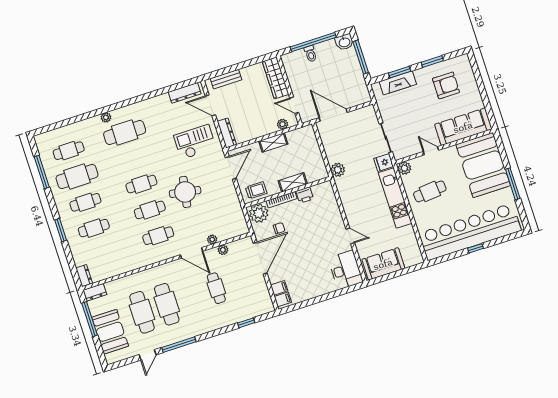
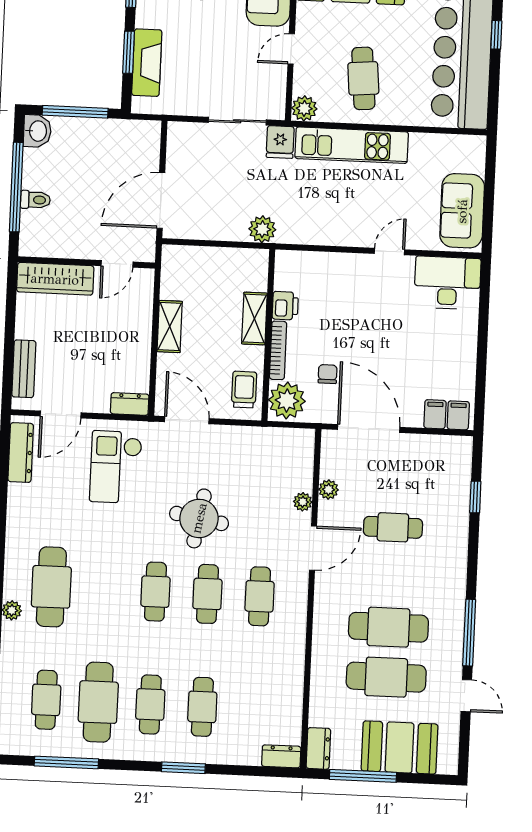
plant: (283, 124) -> (143, 298), removed
dresser: (227, 133) -> (130, 404), width x0.70

